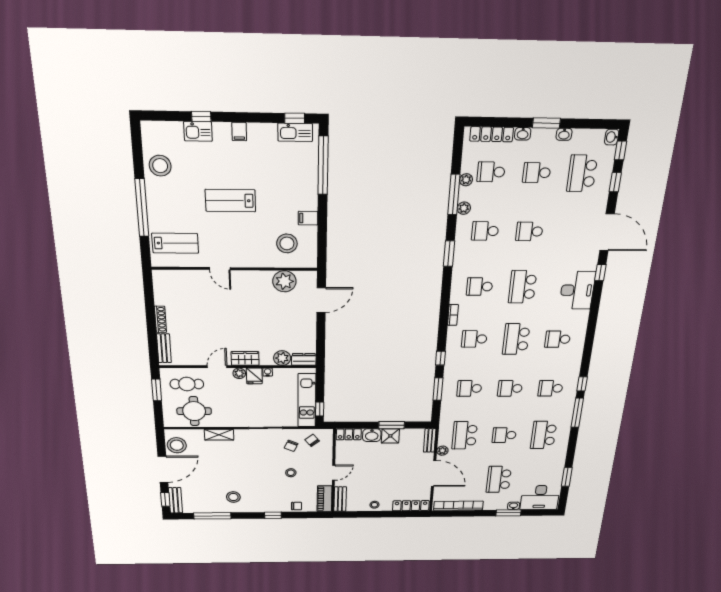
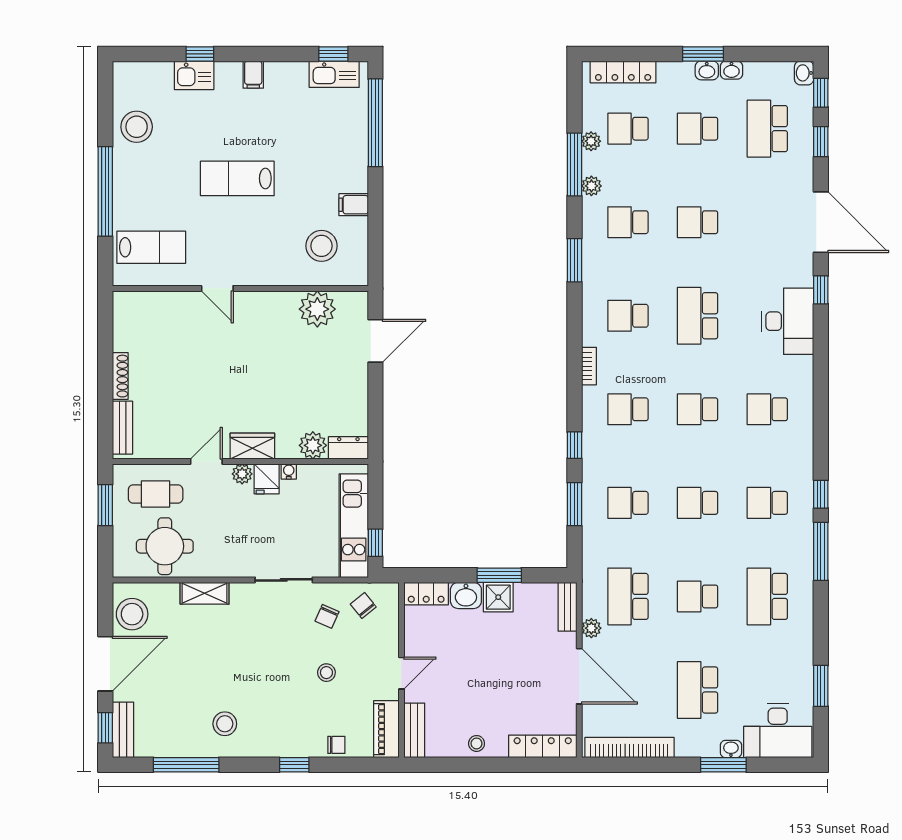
washbasin: (523, 134) -> (707, 70), moved
school desk: (516, 339) -> (698, 409), width x0.54

